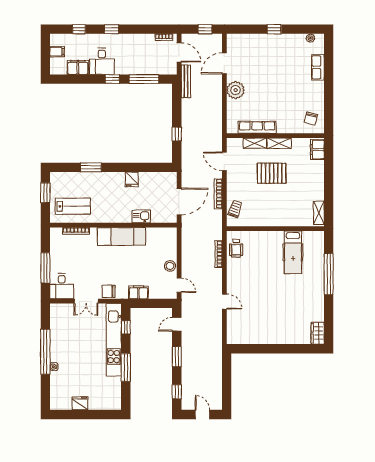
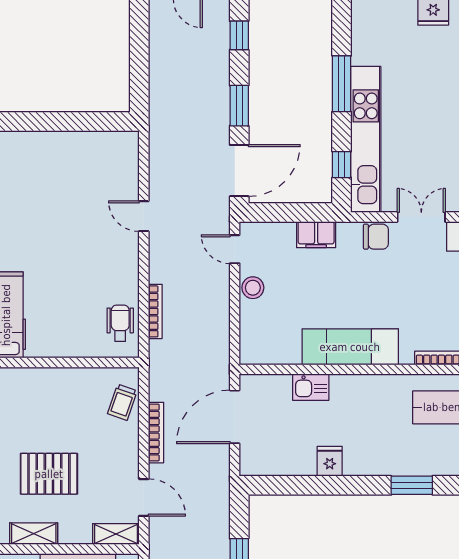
shelving: (255, 143) -> (116, 534), moved
door: (177, 324) -> (239, 171), width x1.87

